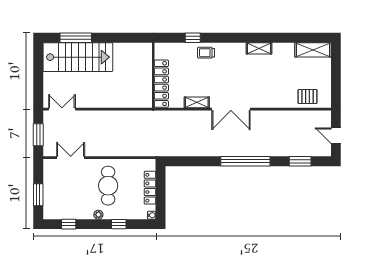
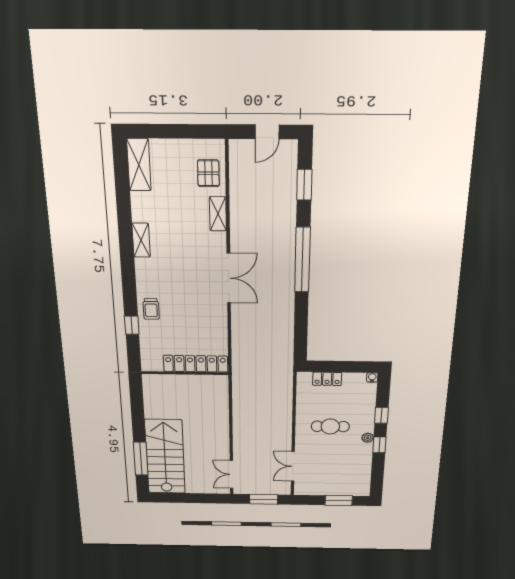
shelving: (197, 102) -> (218, 214), moved
cafe table: (108, 186) -> (330, 426), width x0.73, depth x0.74
locker: (150, 188) -> (327, 379), width x0.66
window: (69, 224) -> (379, 445), moved

